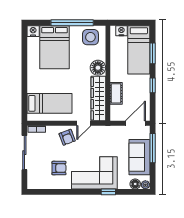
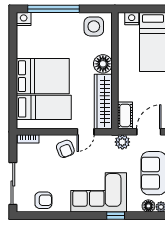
window: (72, 23) -> (53, 9), moved
bed: (54, 47) -> (43, 76), moved, turned -90
cot: (116, 93) -> (125, 115), moved
plant: (114, 132) -> (122, 142), added
sliding door: (24, 153) -> (13, 184), moved
armchair: (59, 168) -> (43, 200), moved

